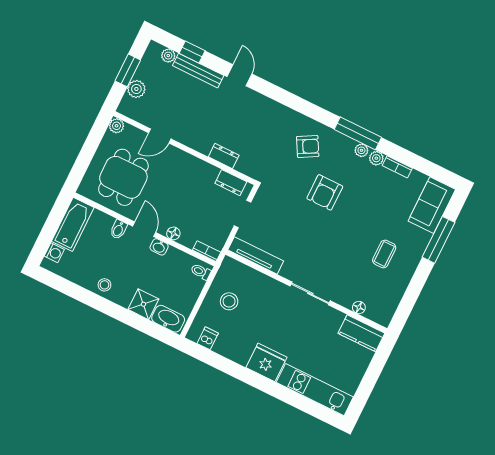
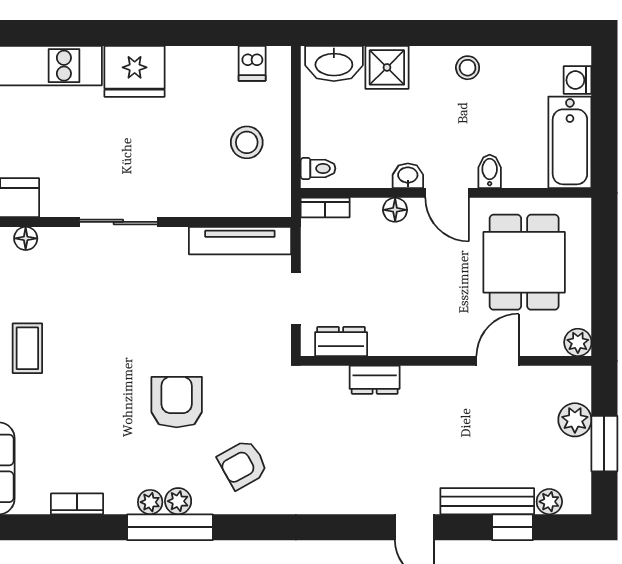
plant: (376, 158) -> (178, 501), moved

